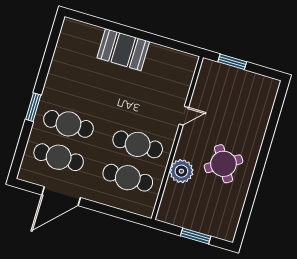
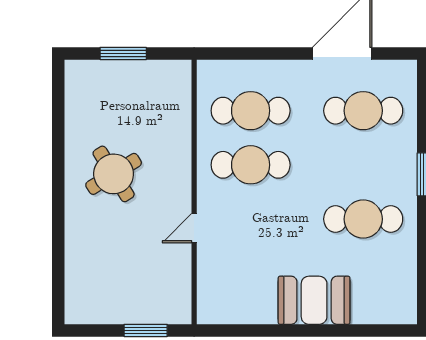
cafe table: (68, 124) -> (363, 219), moved
plant: (181, 171) -> (173, 144), removed

